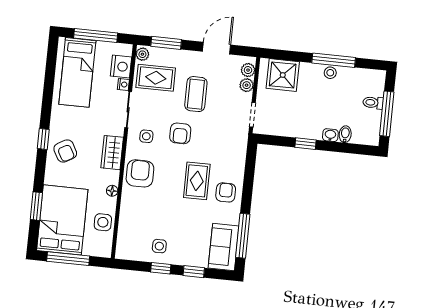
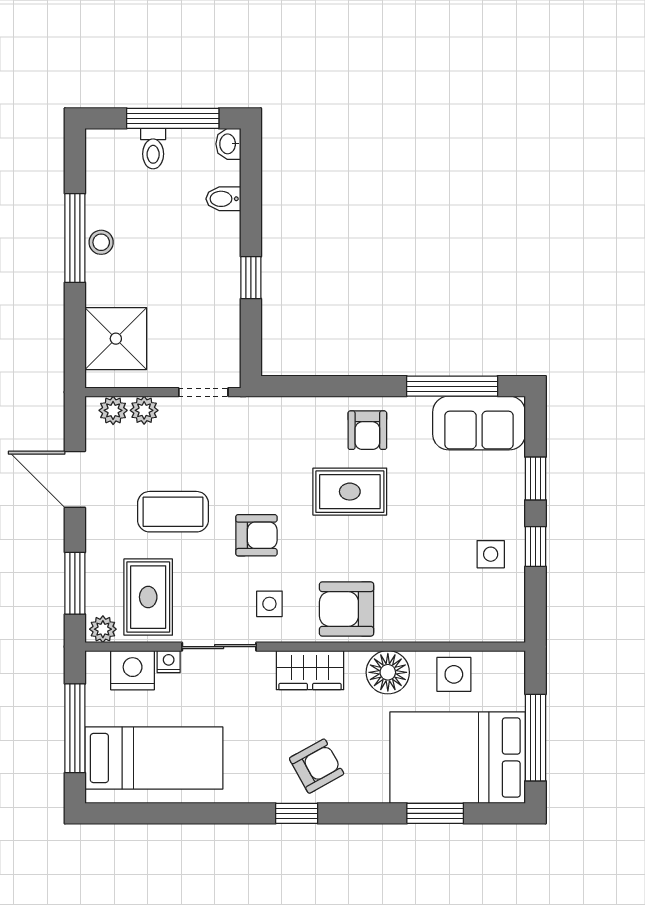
washbasin: (330, 135) -> (228, 144), moved
floor lamp: (112, 191) -> (388, 672), width x1.89, depth x1.89
armchair: (226, 192) -> (367, 430), turned -90

